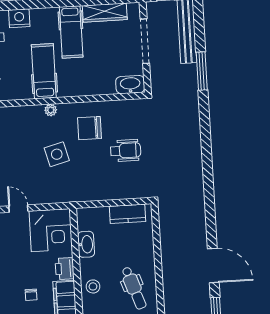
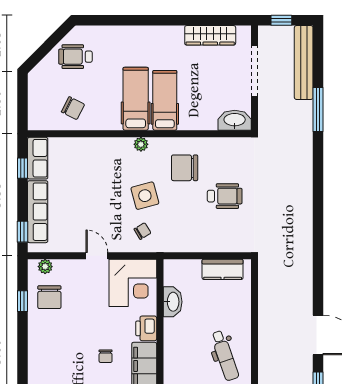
nightstand: (19, 18) -> (111, 36), removed
hospital bed: (71, 32) -> (165, 100), moved, turned 180
chair: (56, 185) -> (142, 231), added
stool: (93, 286) -> (178, 351), removed

